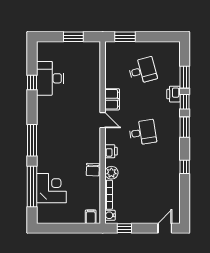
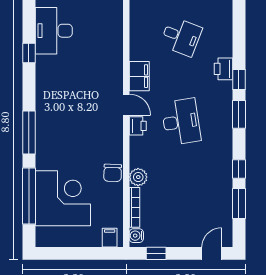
desk: (143, 71) -> (181, 37), turned 36
window: (185, 77) -> (239, 203), moved
desk: (50, 78) -> (54, 31), moved
desk: (143, 132) -> (181, 122), width x1.37
printer: (111, 151) -> (138, 126), moved
corner desk: (51, 188) -> (63, 198), width x1.36, depth x1.36

